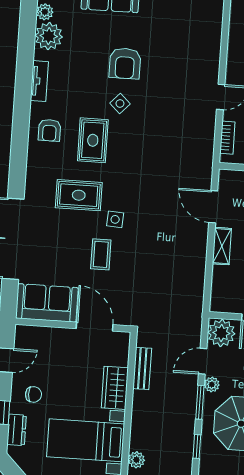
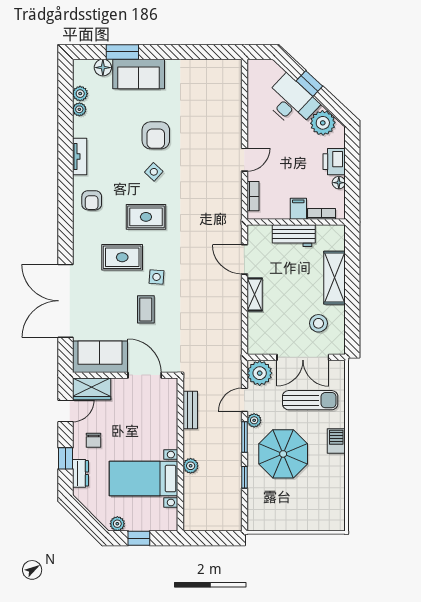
plant: (49, 36) -> (79, 109), width x0.53, depth x0.53
rug: (93, 140) -> (146, 217), moved, turned 90
wardrobe: (115, 388) -> (92, 389), moved, turned -90
chair: (33, 394) -> (94, 440), turned 92
plant: (136, 460) -> (191, 466), moved

